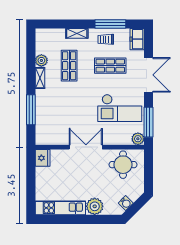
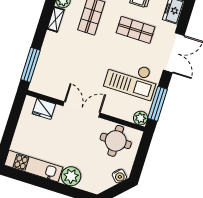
window: (31, 110) -> (30, 65), moved
fridge: (43, 158) -> (44, 109), moved, turned 90
water cooler: (126, 203) -> (119, 176), moved

